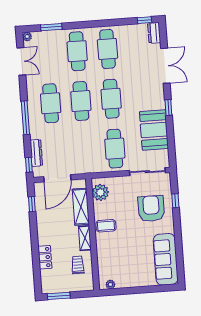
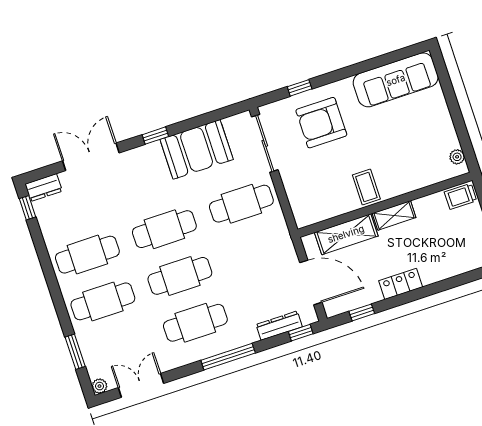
plant: (100, 192) -> (316, 209), removed
locker: (45, 257) -> (401, 284), moved
trolley: (78, 265) -> (460, 196), moved

